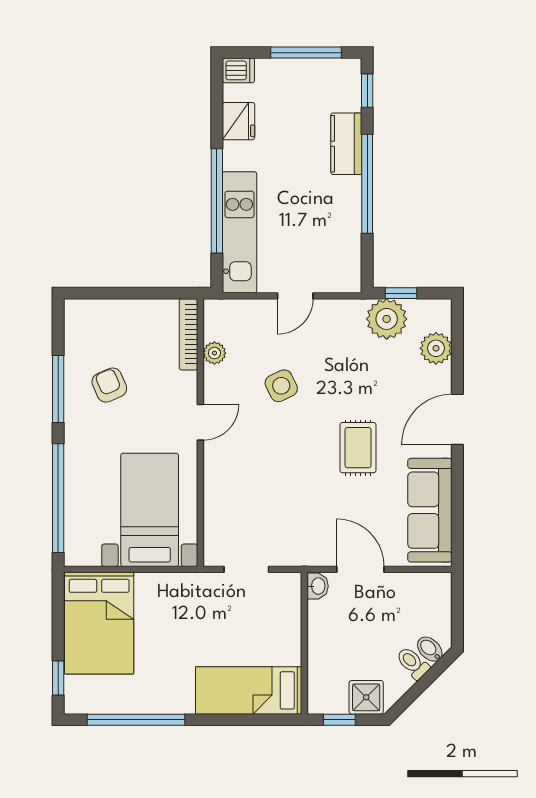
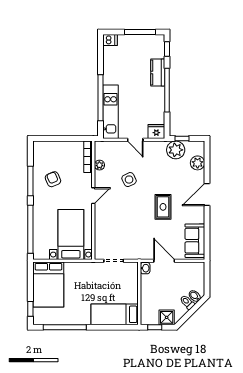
fridge: (238, 121) -> (156, 131), moved, turned -90
door: (295, 296) -> (135, 140), hinge flipped
sofa: (430, 510) -> (195, 241), width x0.73

